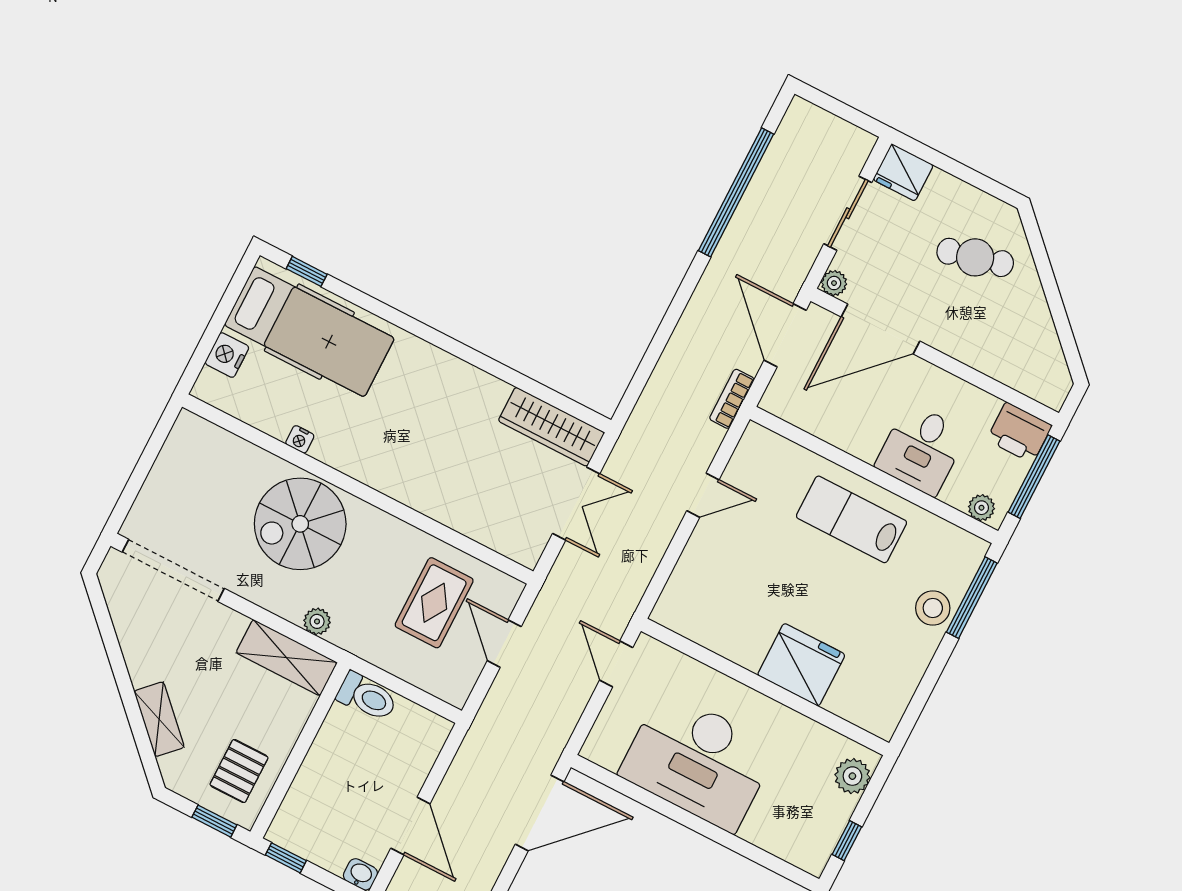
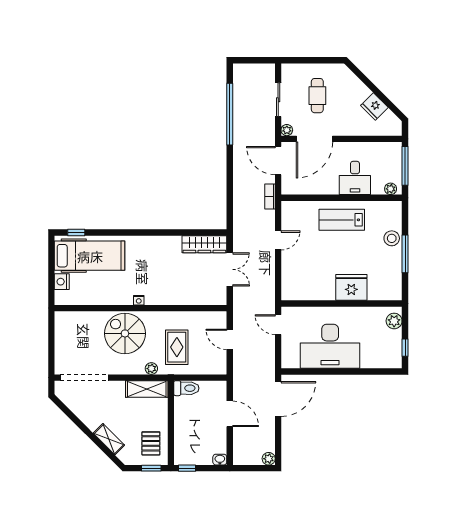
fridge: (903, 172) -> (374, 106), moved, turned 45
cafe table: (975, 257) -> (317, 96), moved, turned -76
printer: (1019, 433) -> (390, 152), removed
nightstand: (300, 439) -> (139, 300), moved
spiral stairs: (300, 524) -> (125, 333), turned 90
window: (972, 598) -> (405, 254), moved
rug: (434, 603) -> (177, 347), moved
door: (410, 826) -> (230, 414), moved

